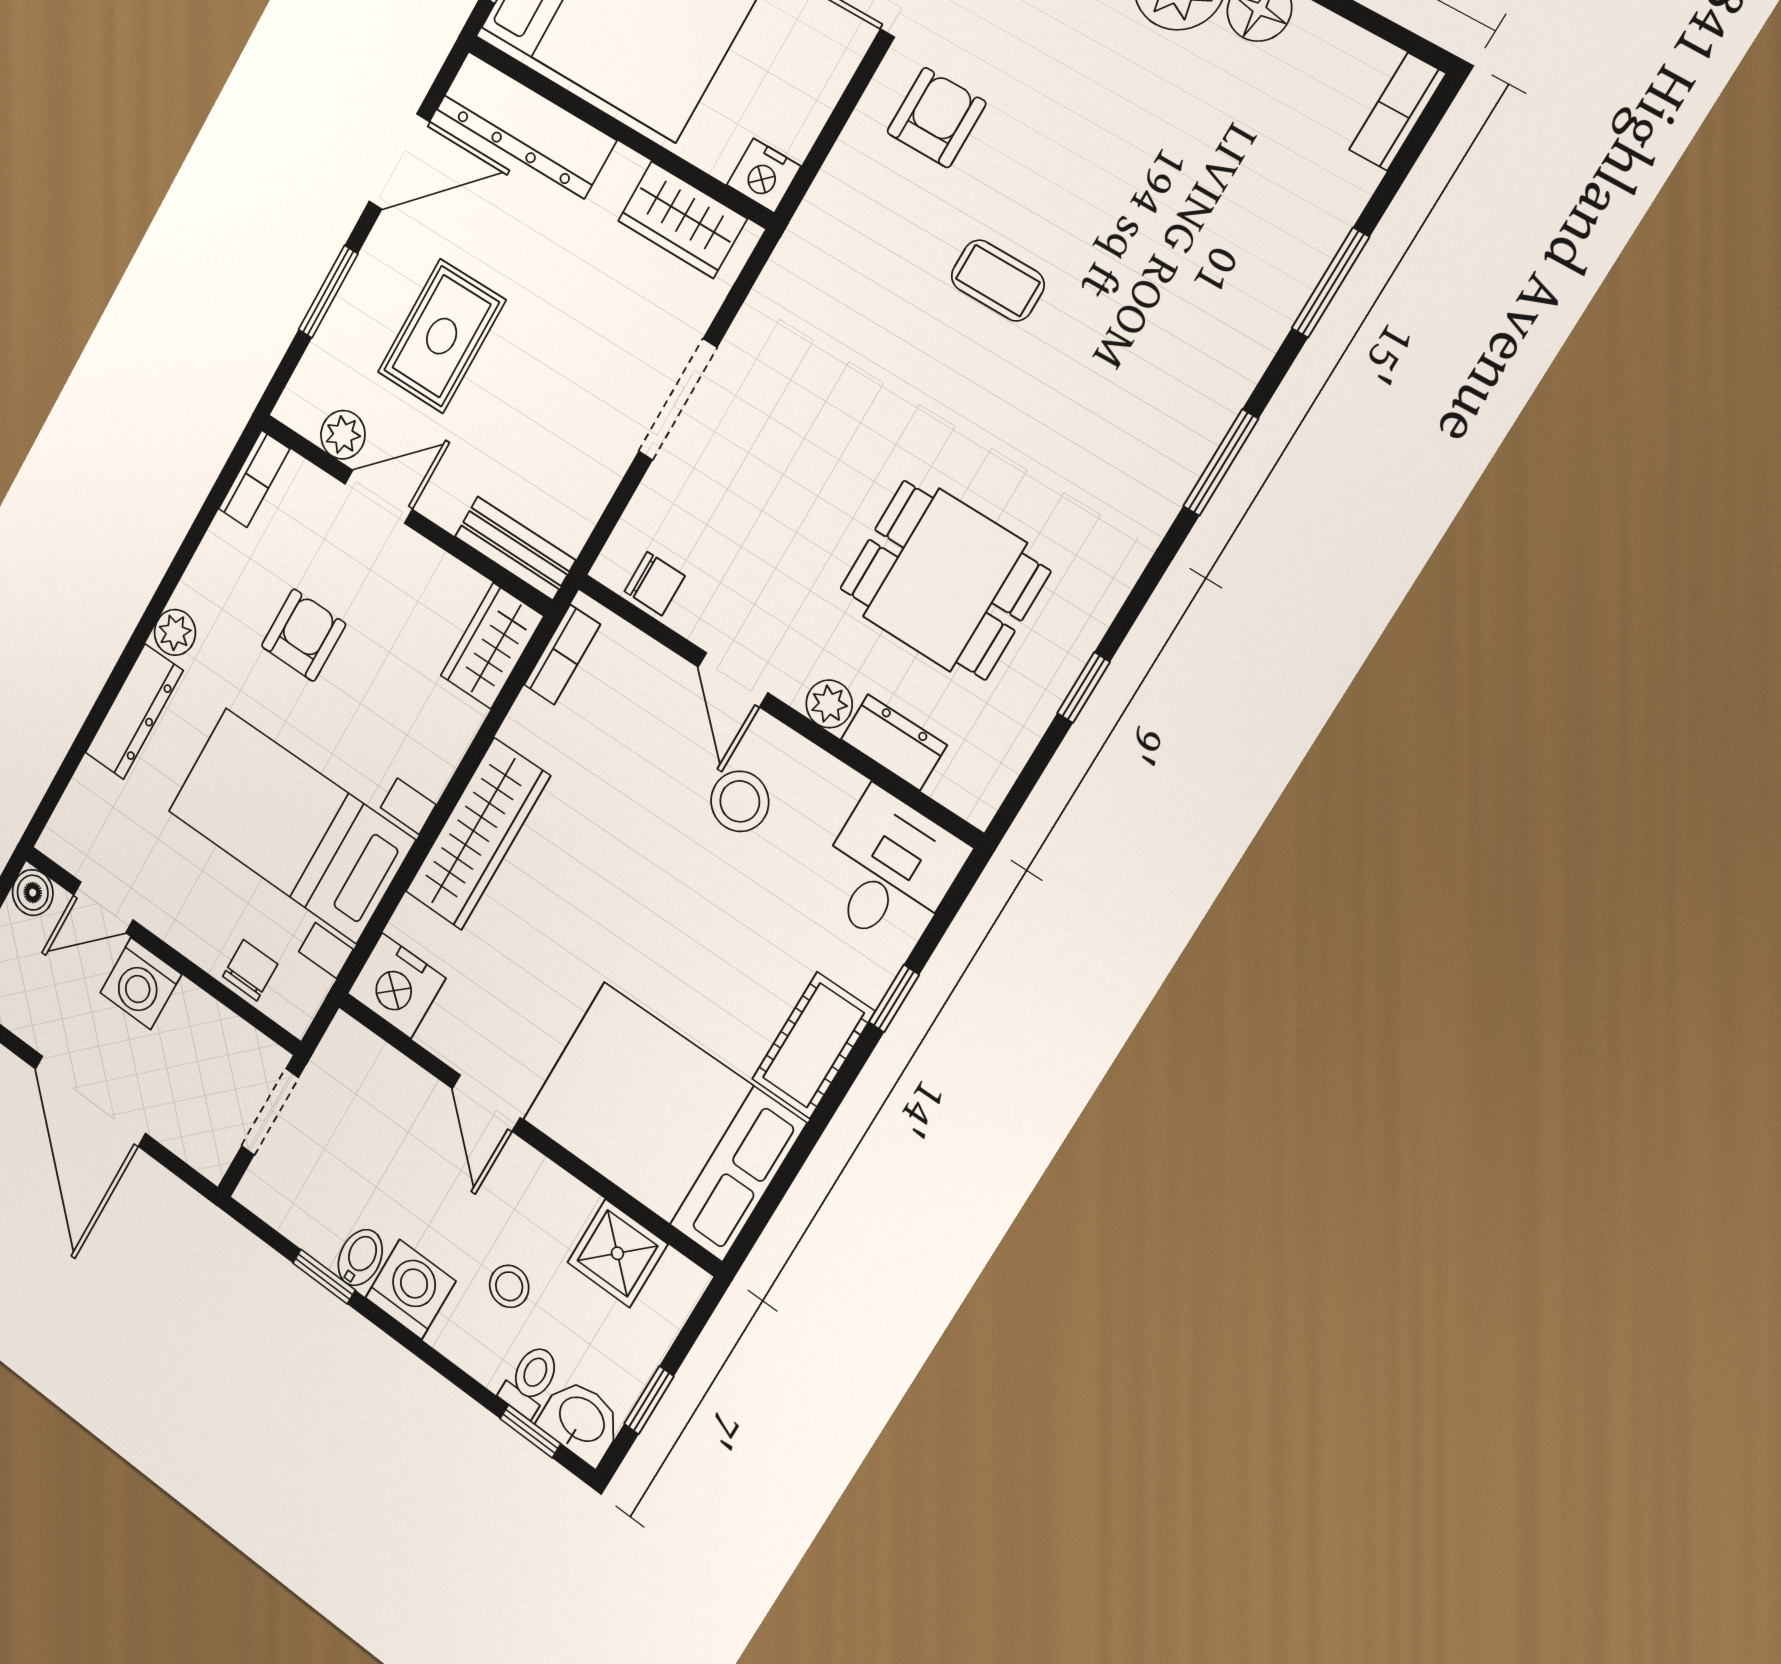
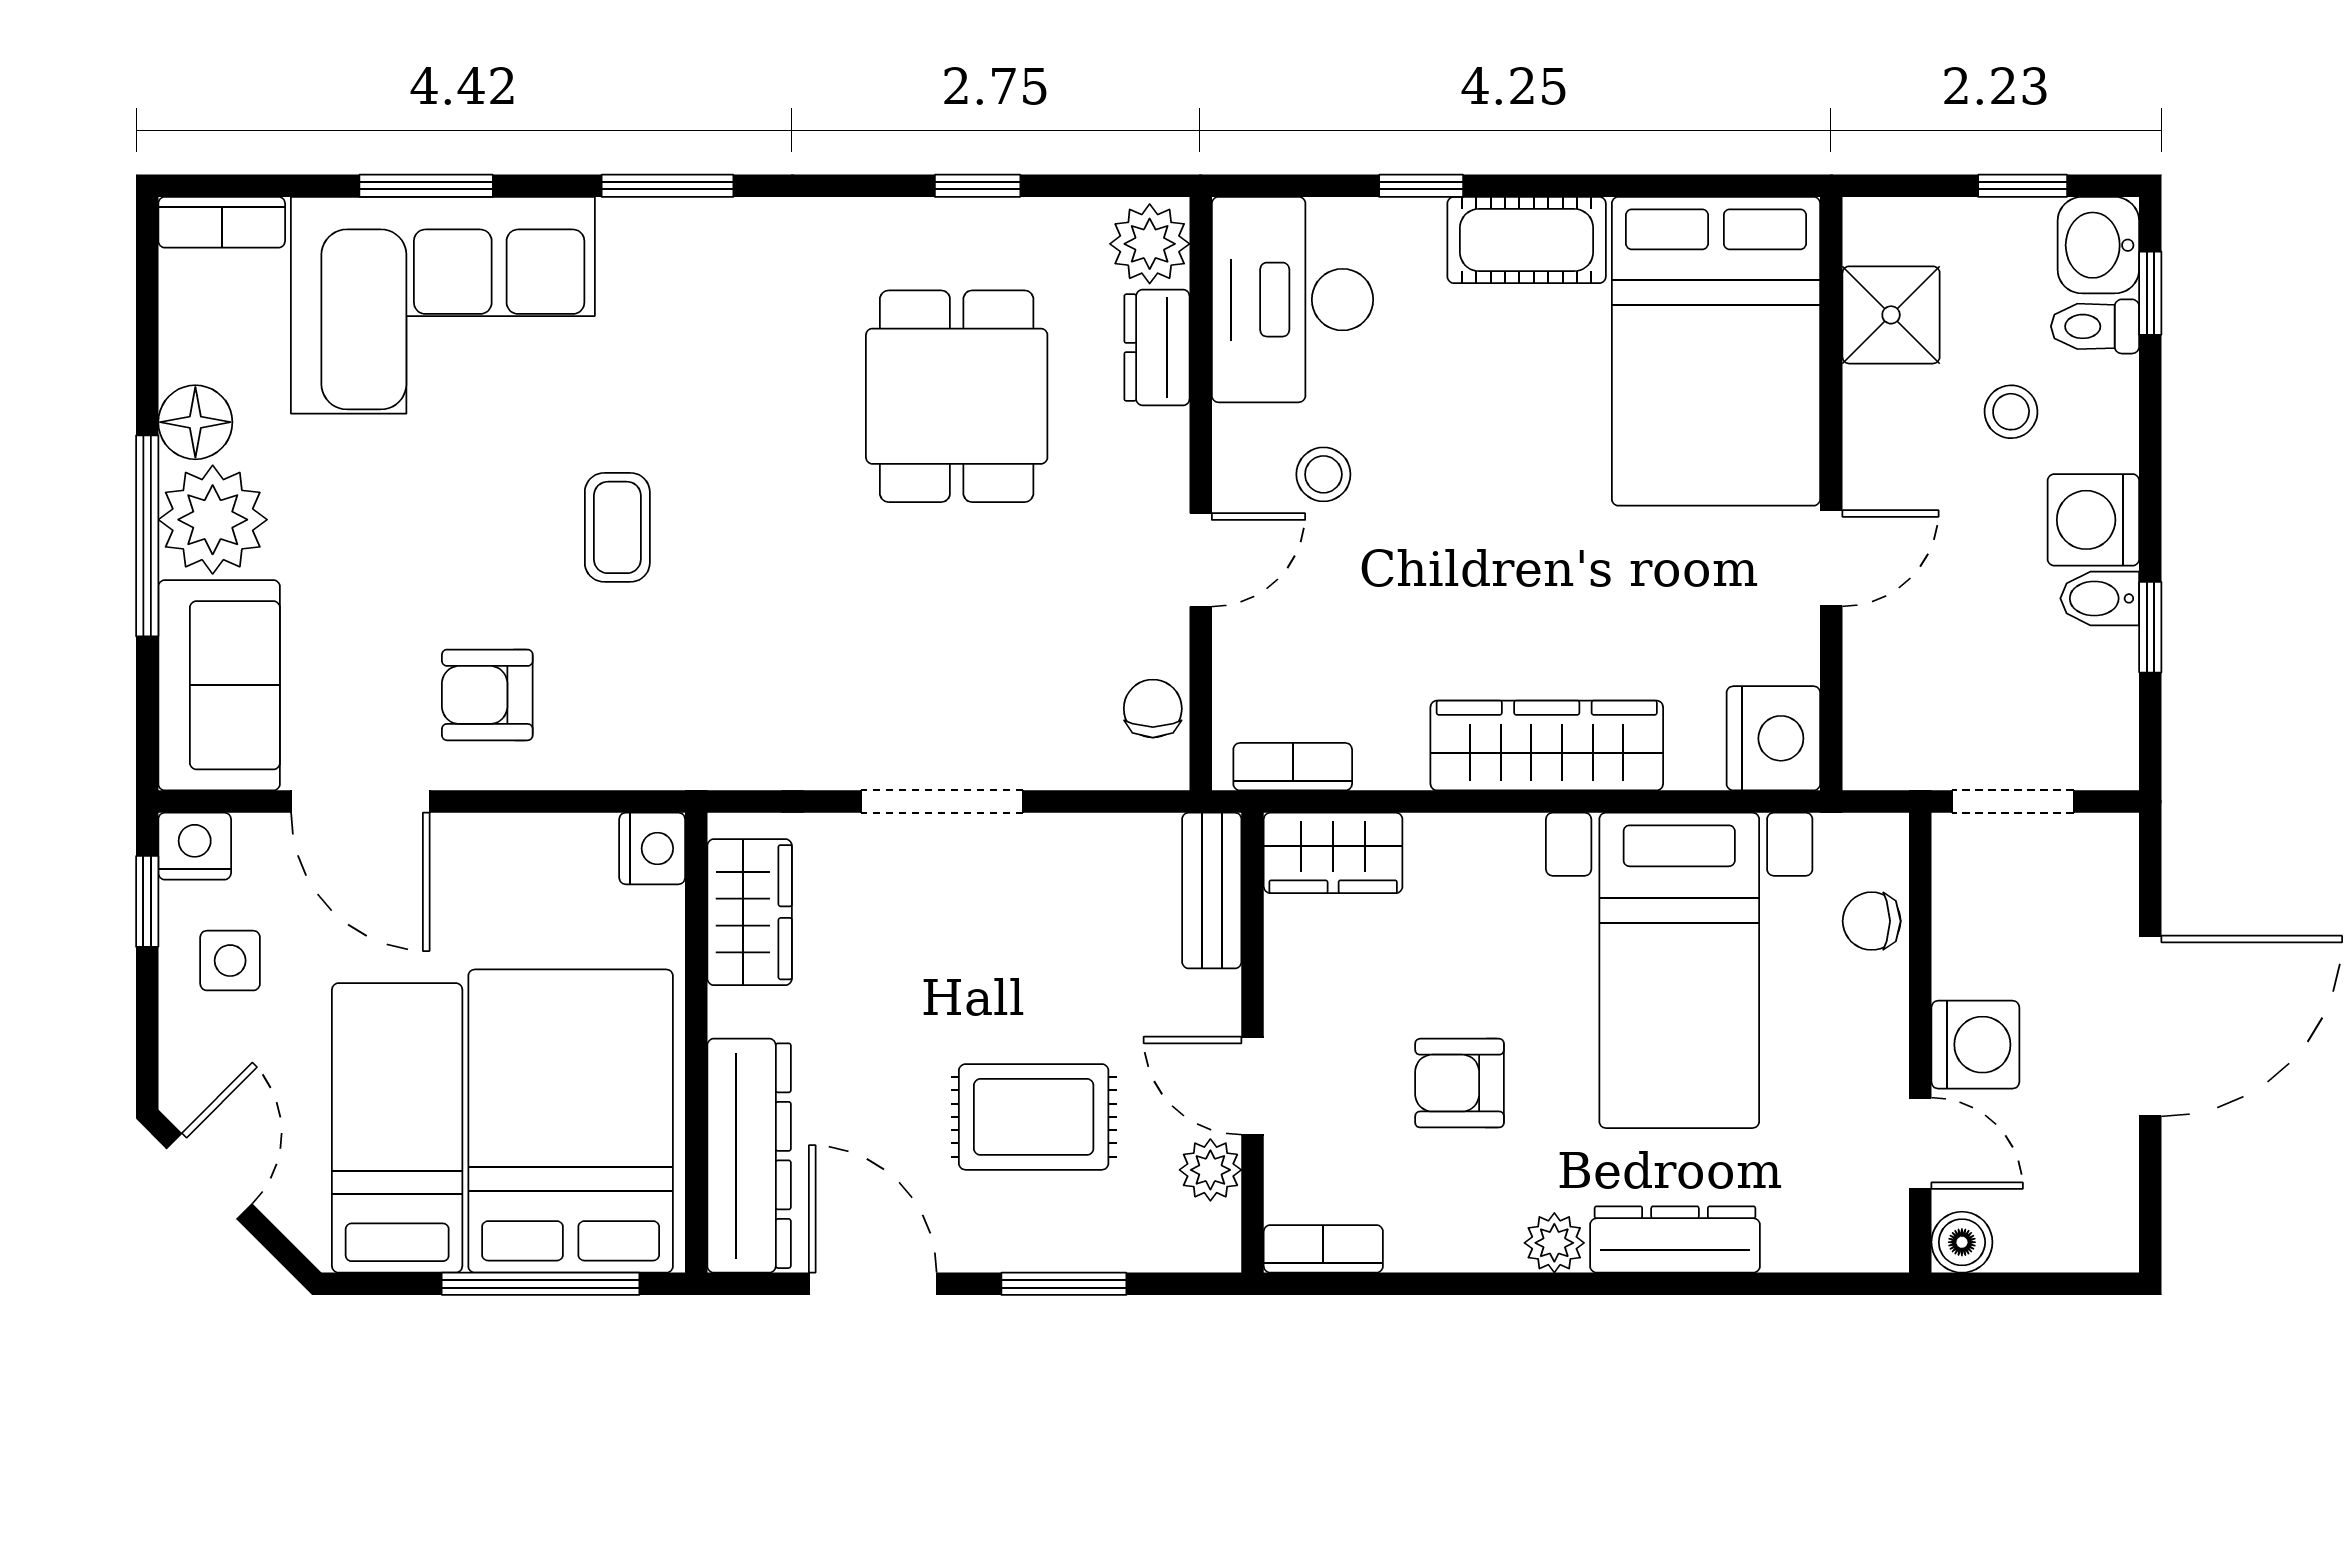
corner sofa: (1234, 244) -> (443, 305), added
plant: (829, 704) -> (1150, 244), moved, width x1.38, depth x1.38
stool: (740, 801) -> (1323, 474), width x0.73, depth x0.73
desk: (889, 870) -> (1292, 300), width x1.37

